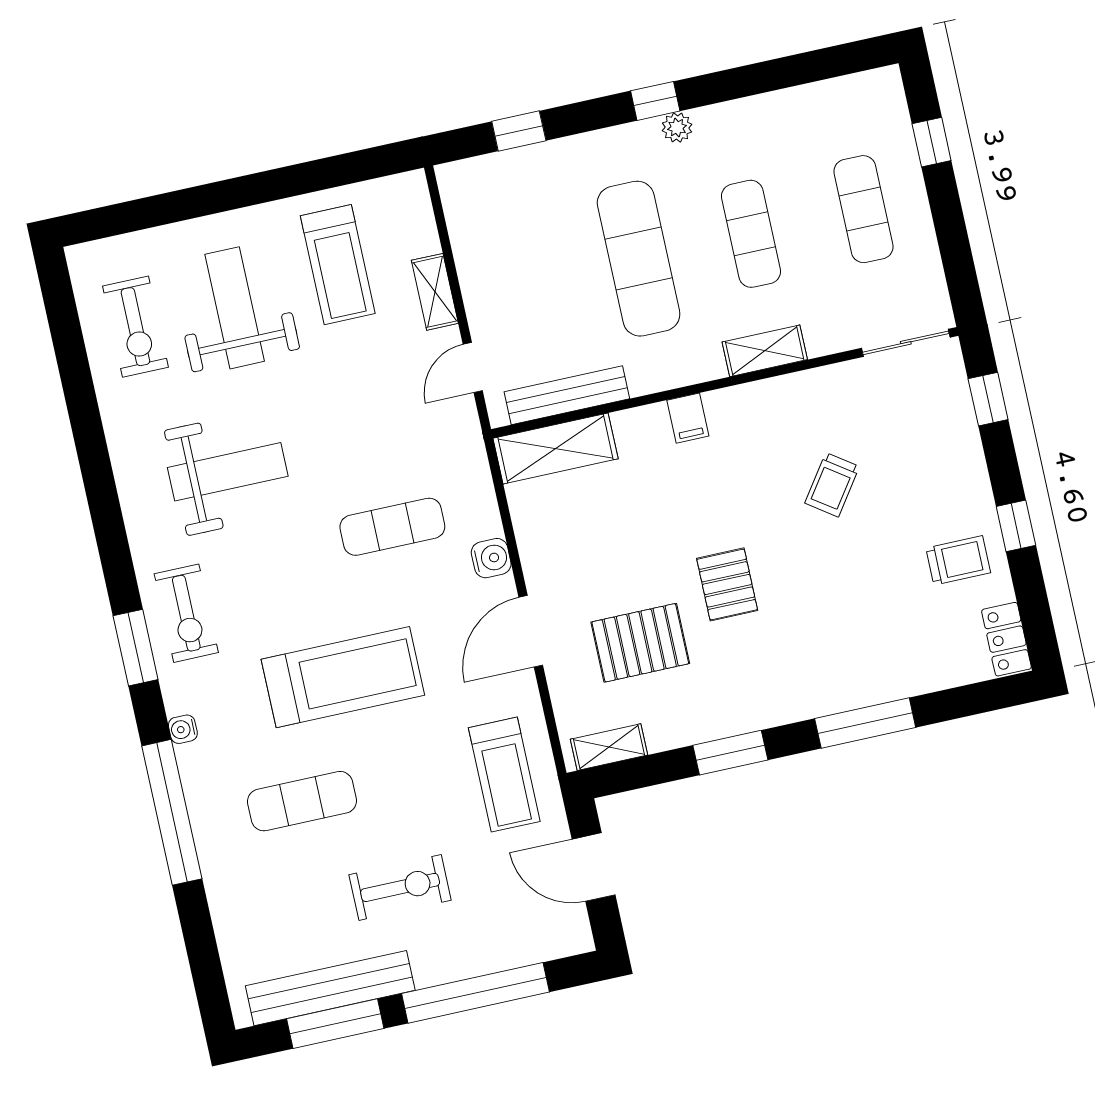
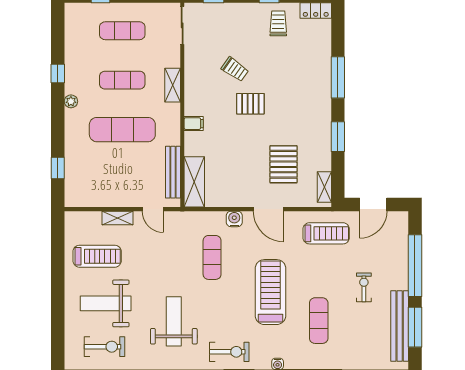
window: (655, 101) -> (58, 74), moved
pallet: (727, 584) -> (250, 104), moved
exercise bike: (400, 887) -> (364, 287), width x0.73, depth x0.72

